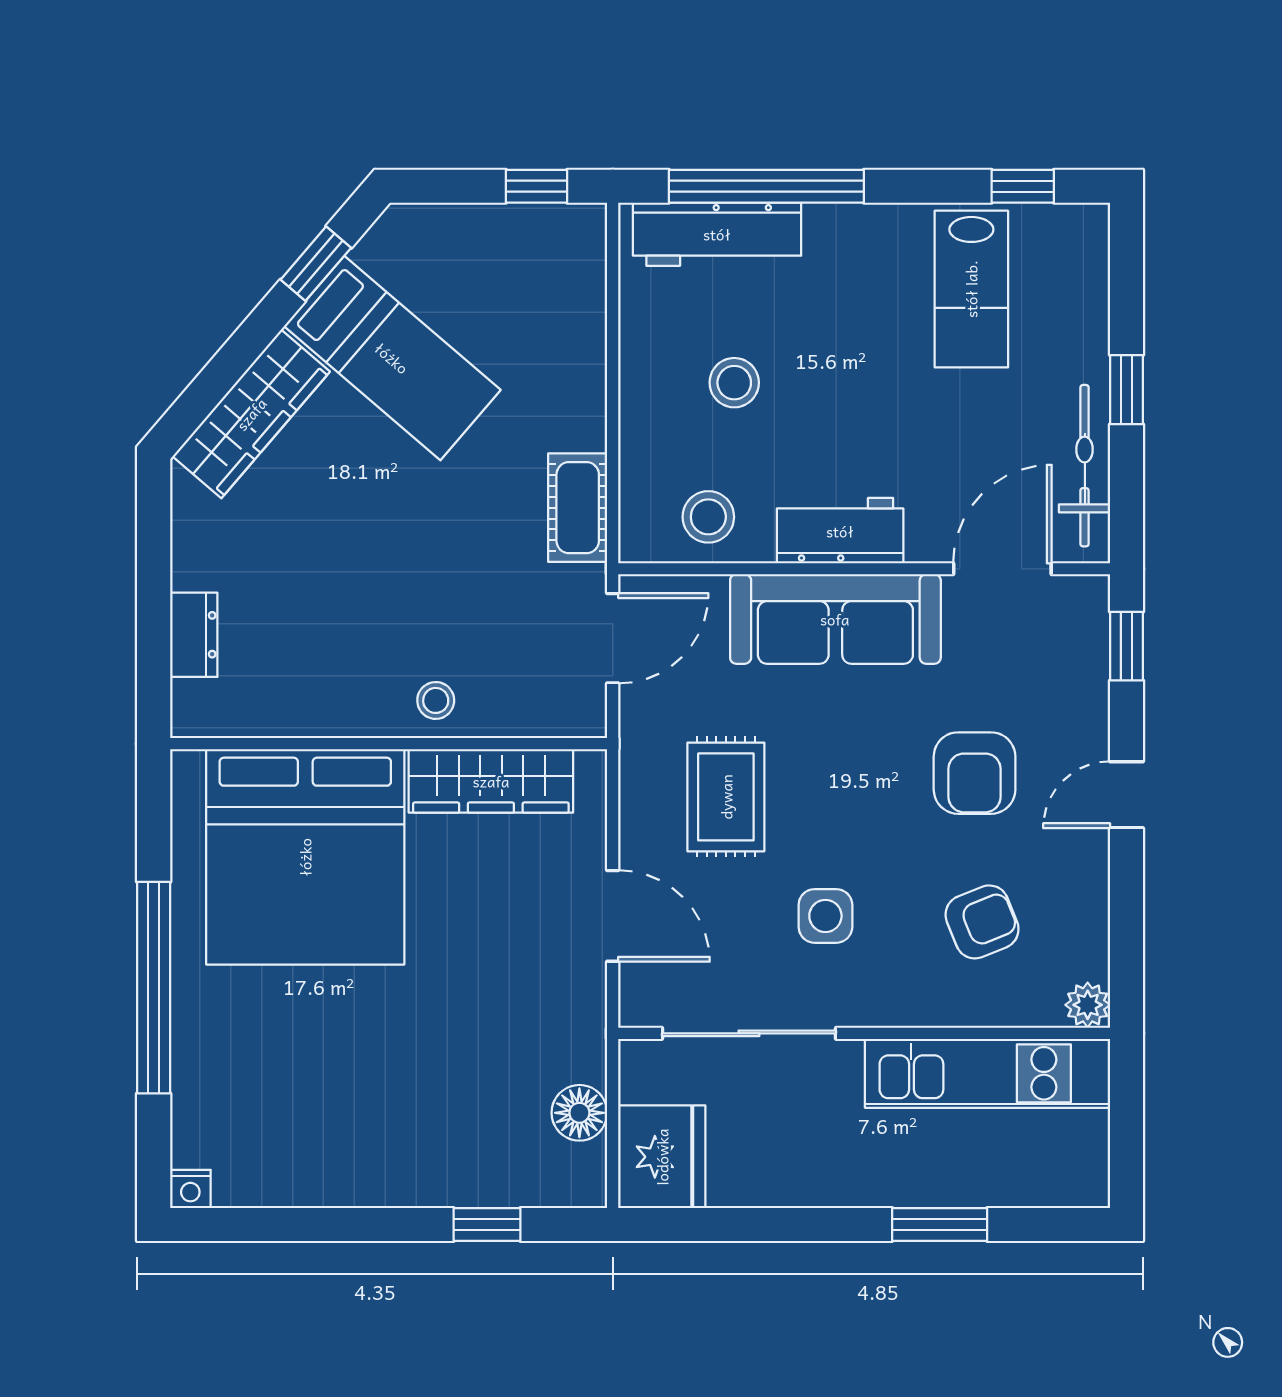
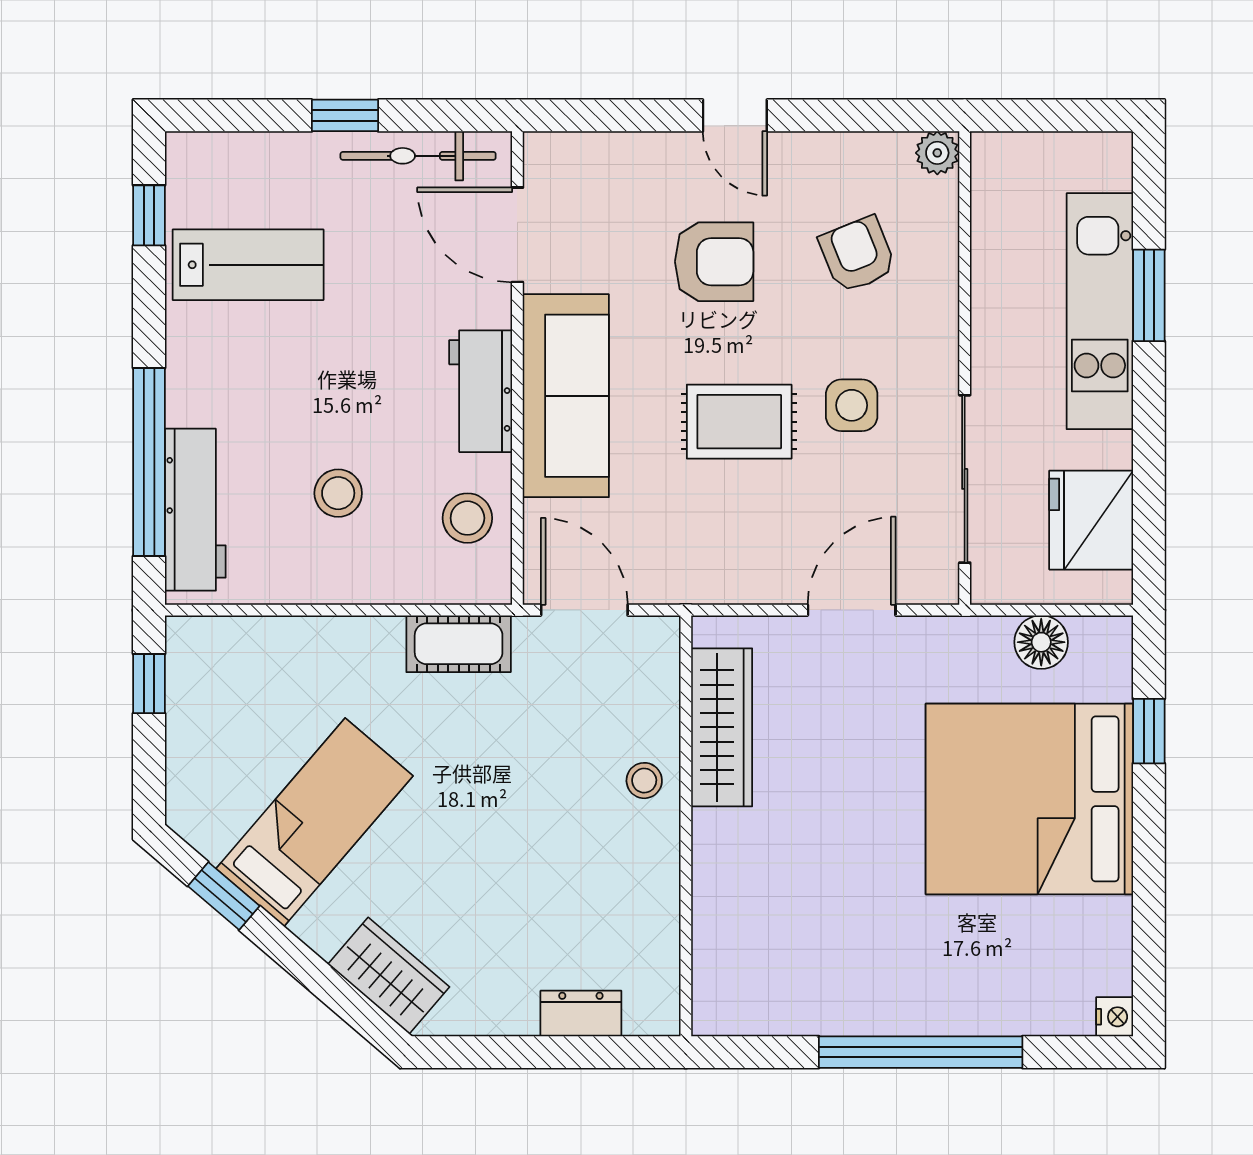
wardrobe: (251, 414) -> (389, 976), width x0.67
window: (1126, 646) -> (592, 115), removed
rug: (726, 797) -> (739, 422), moved
bed: (305, 857) -> (1029, 799), moved, turned 180
kitchen unit: (987, 1073) -> (1100, 311), moved, turned 180
fridge: (662, 1157) -> (1091, 520), moved, turned -90

